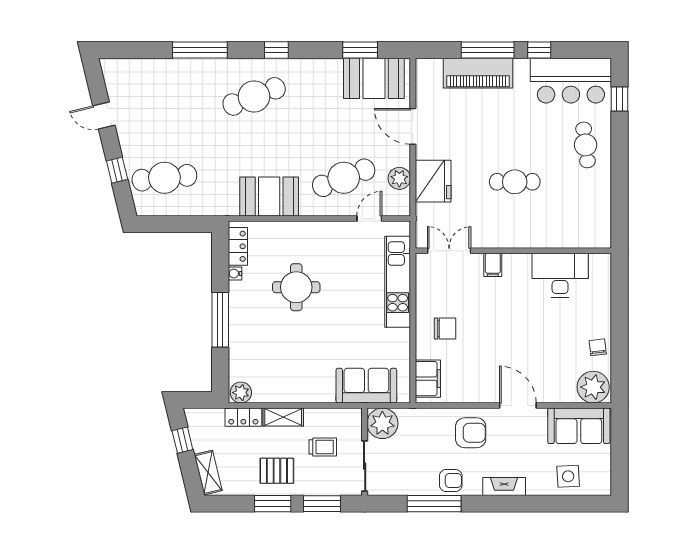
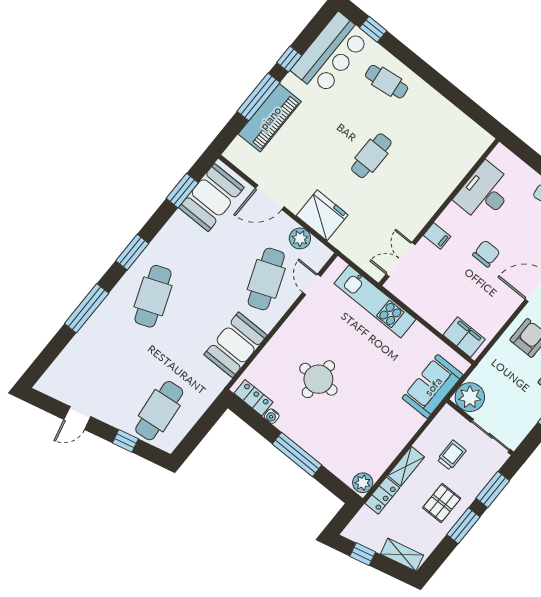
window: (276, 50) -> (132, 252), width x1.50
double door: (449, 251) -> (401, 259), moved
wall: (513, 251) -> (439, 212), moved
filing cabinet: (493, 265) -> (437, 236), moved
desk: (560, 275) -> (485, 193), moved
chair: (445, 328) -> (486, 254), moved

